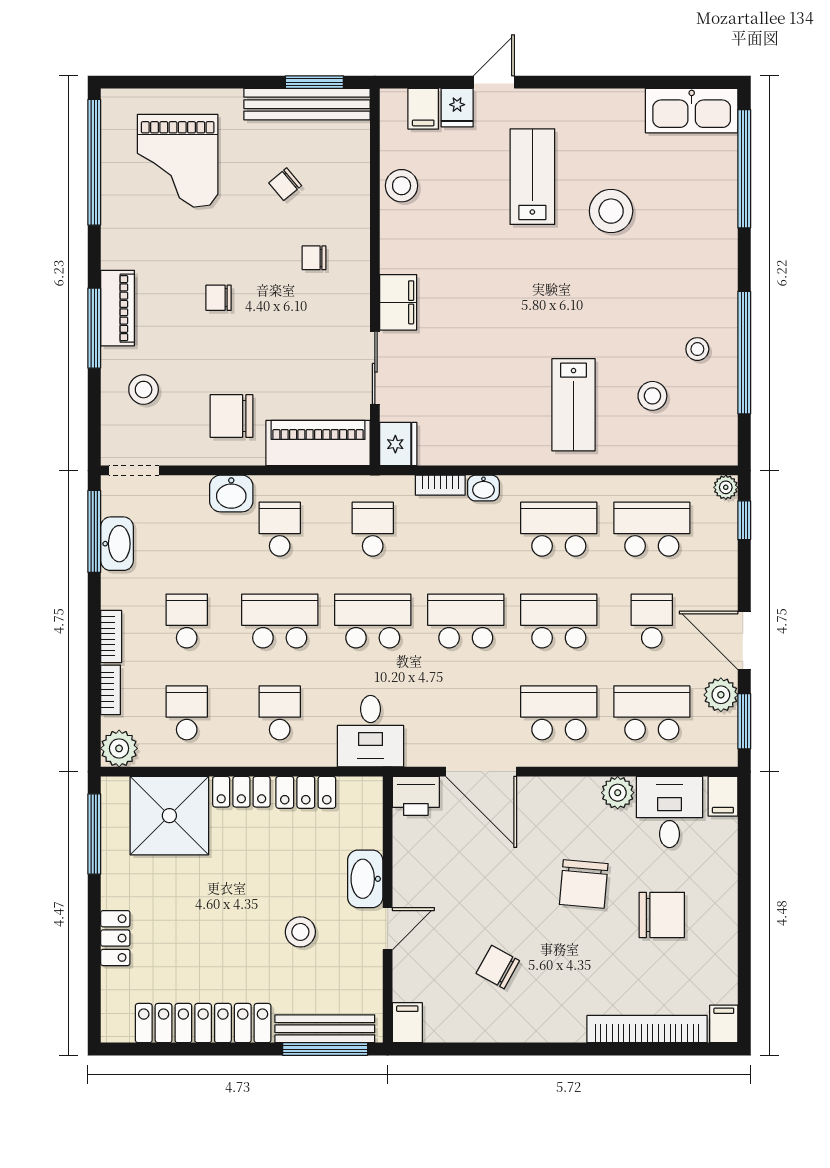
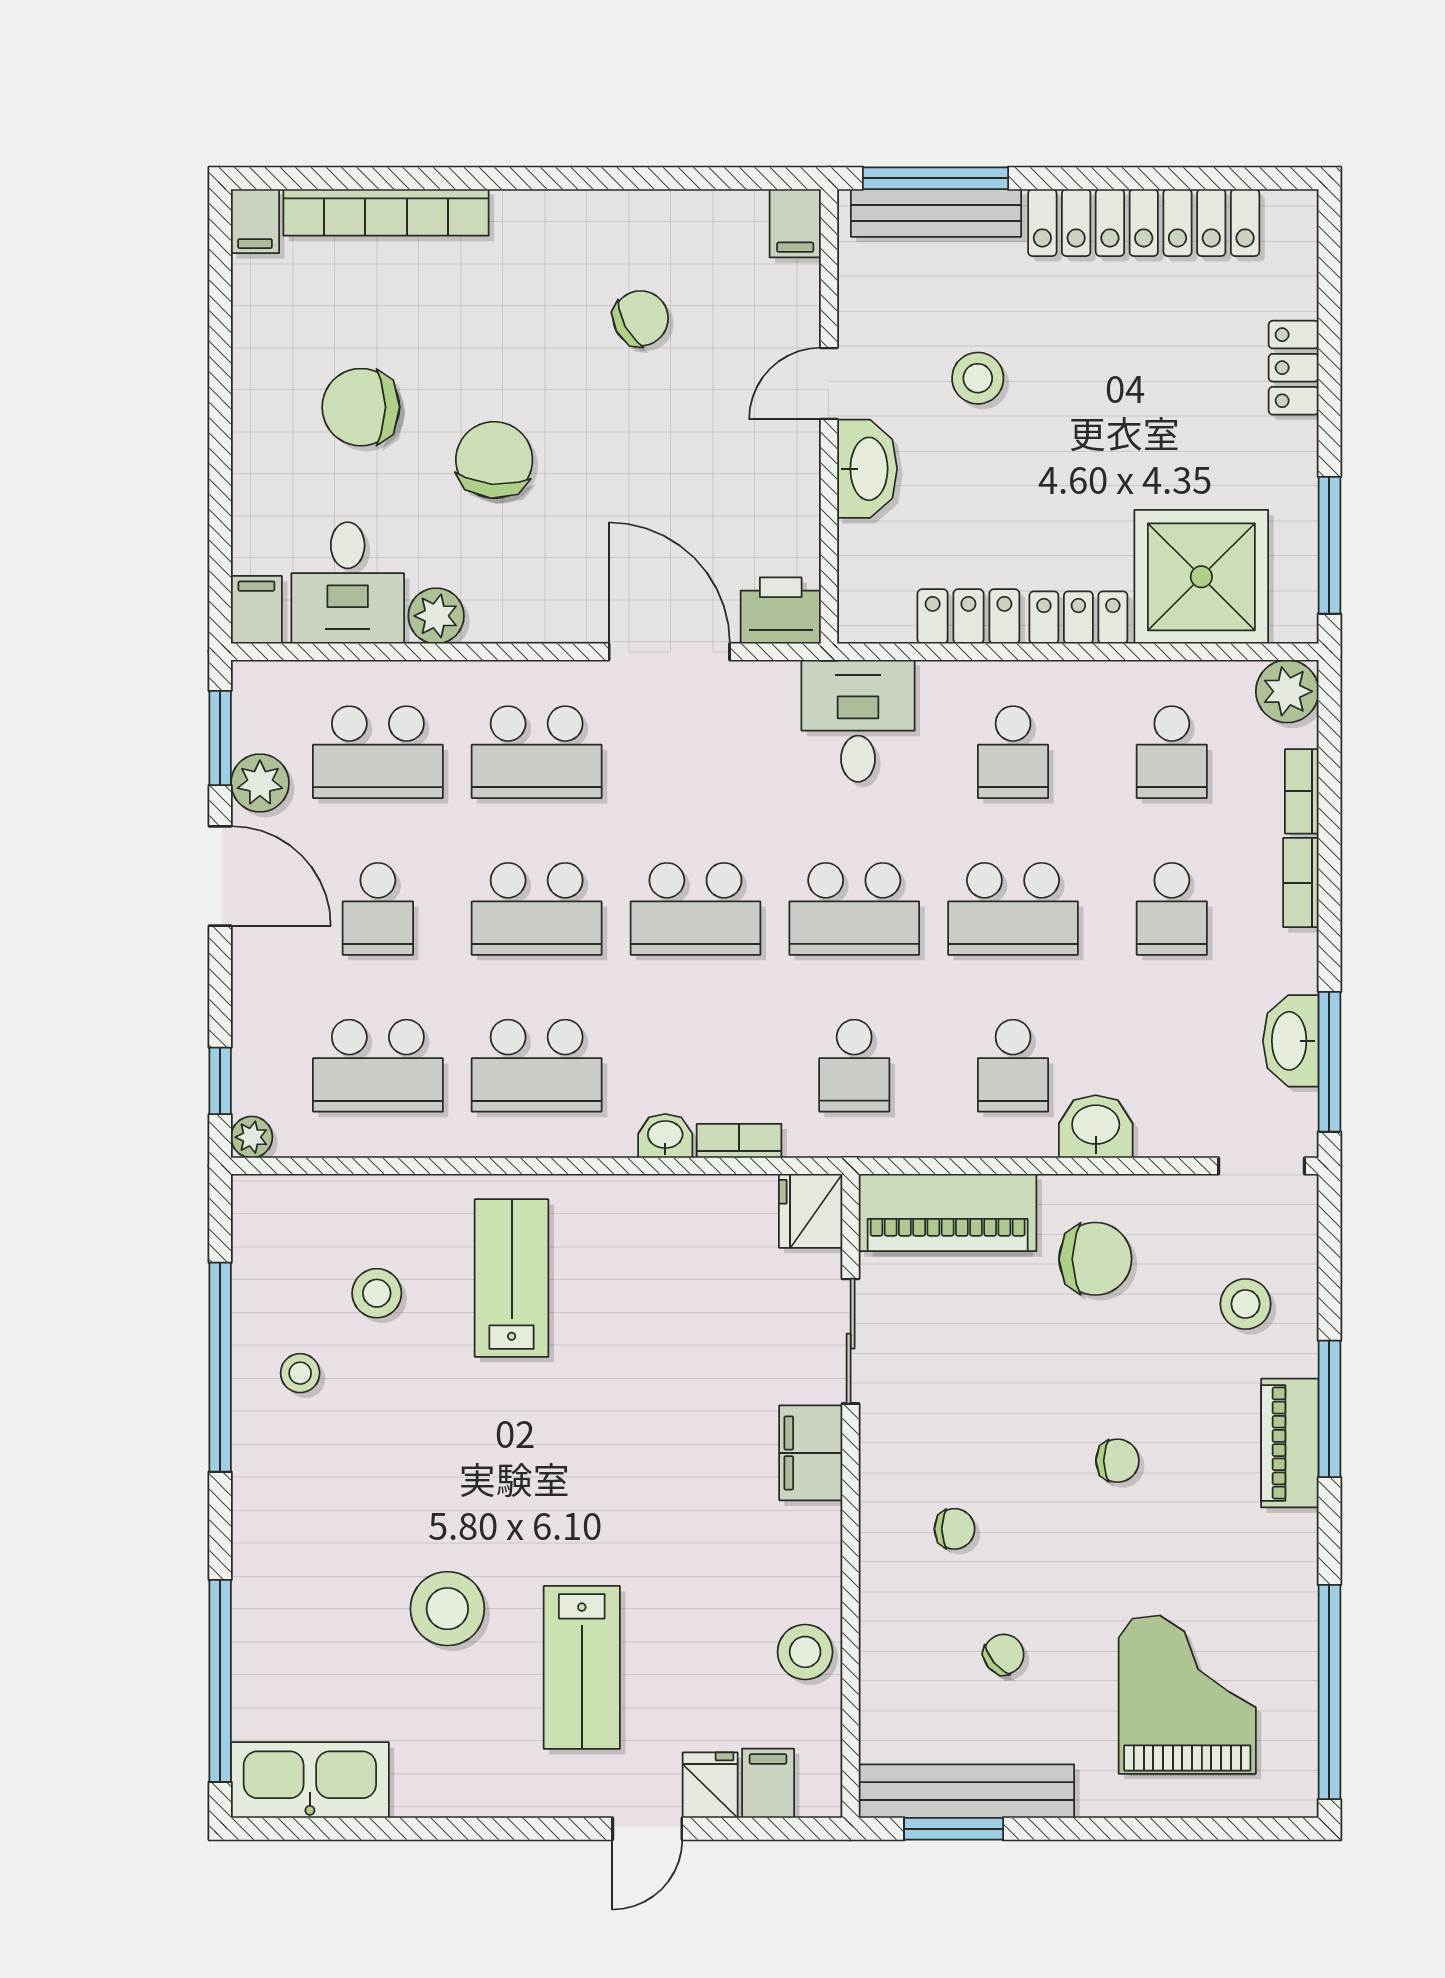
chair: (498, 967) -> (641, 318), turned -57

